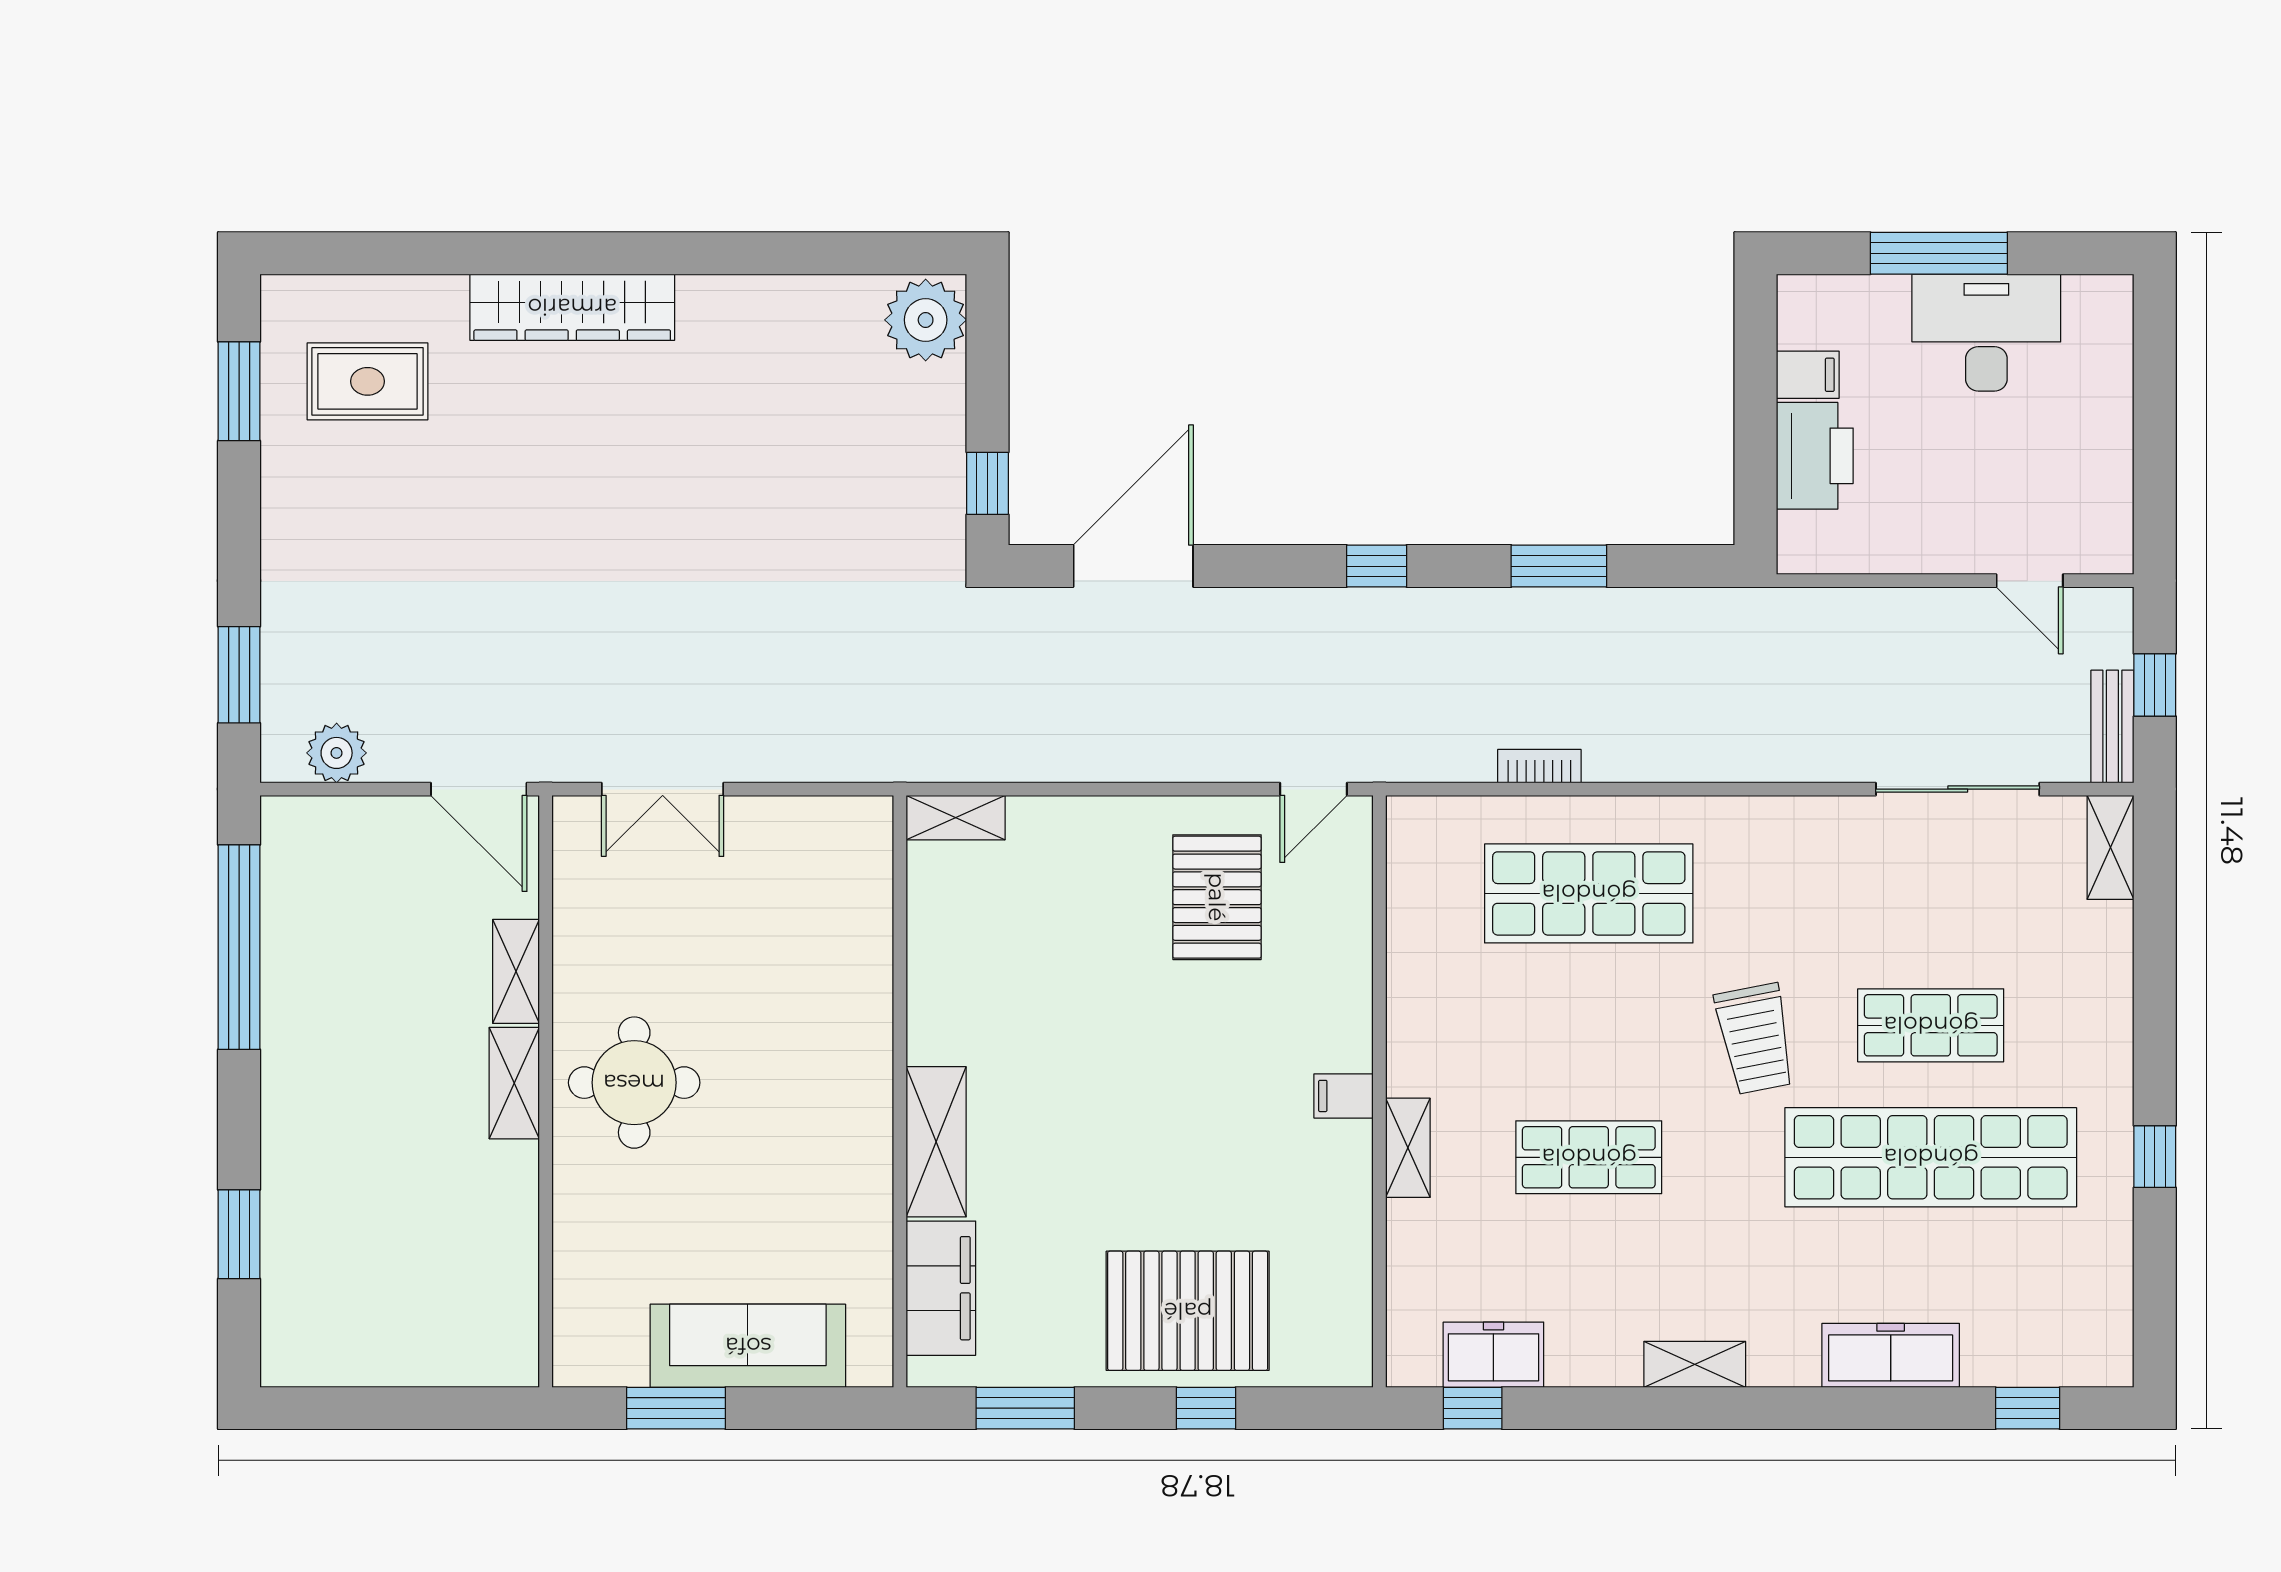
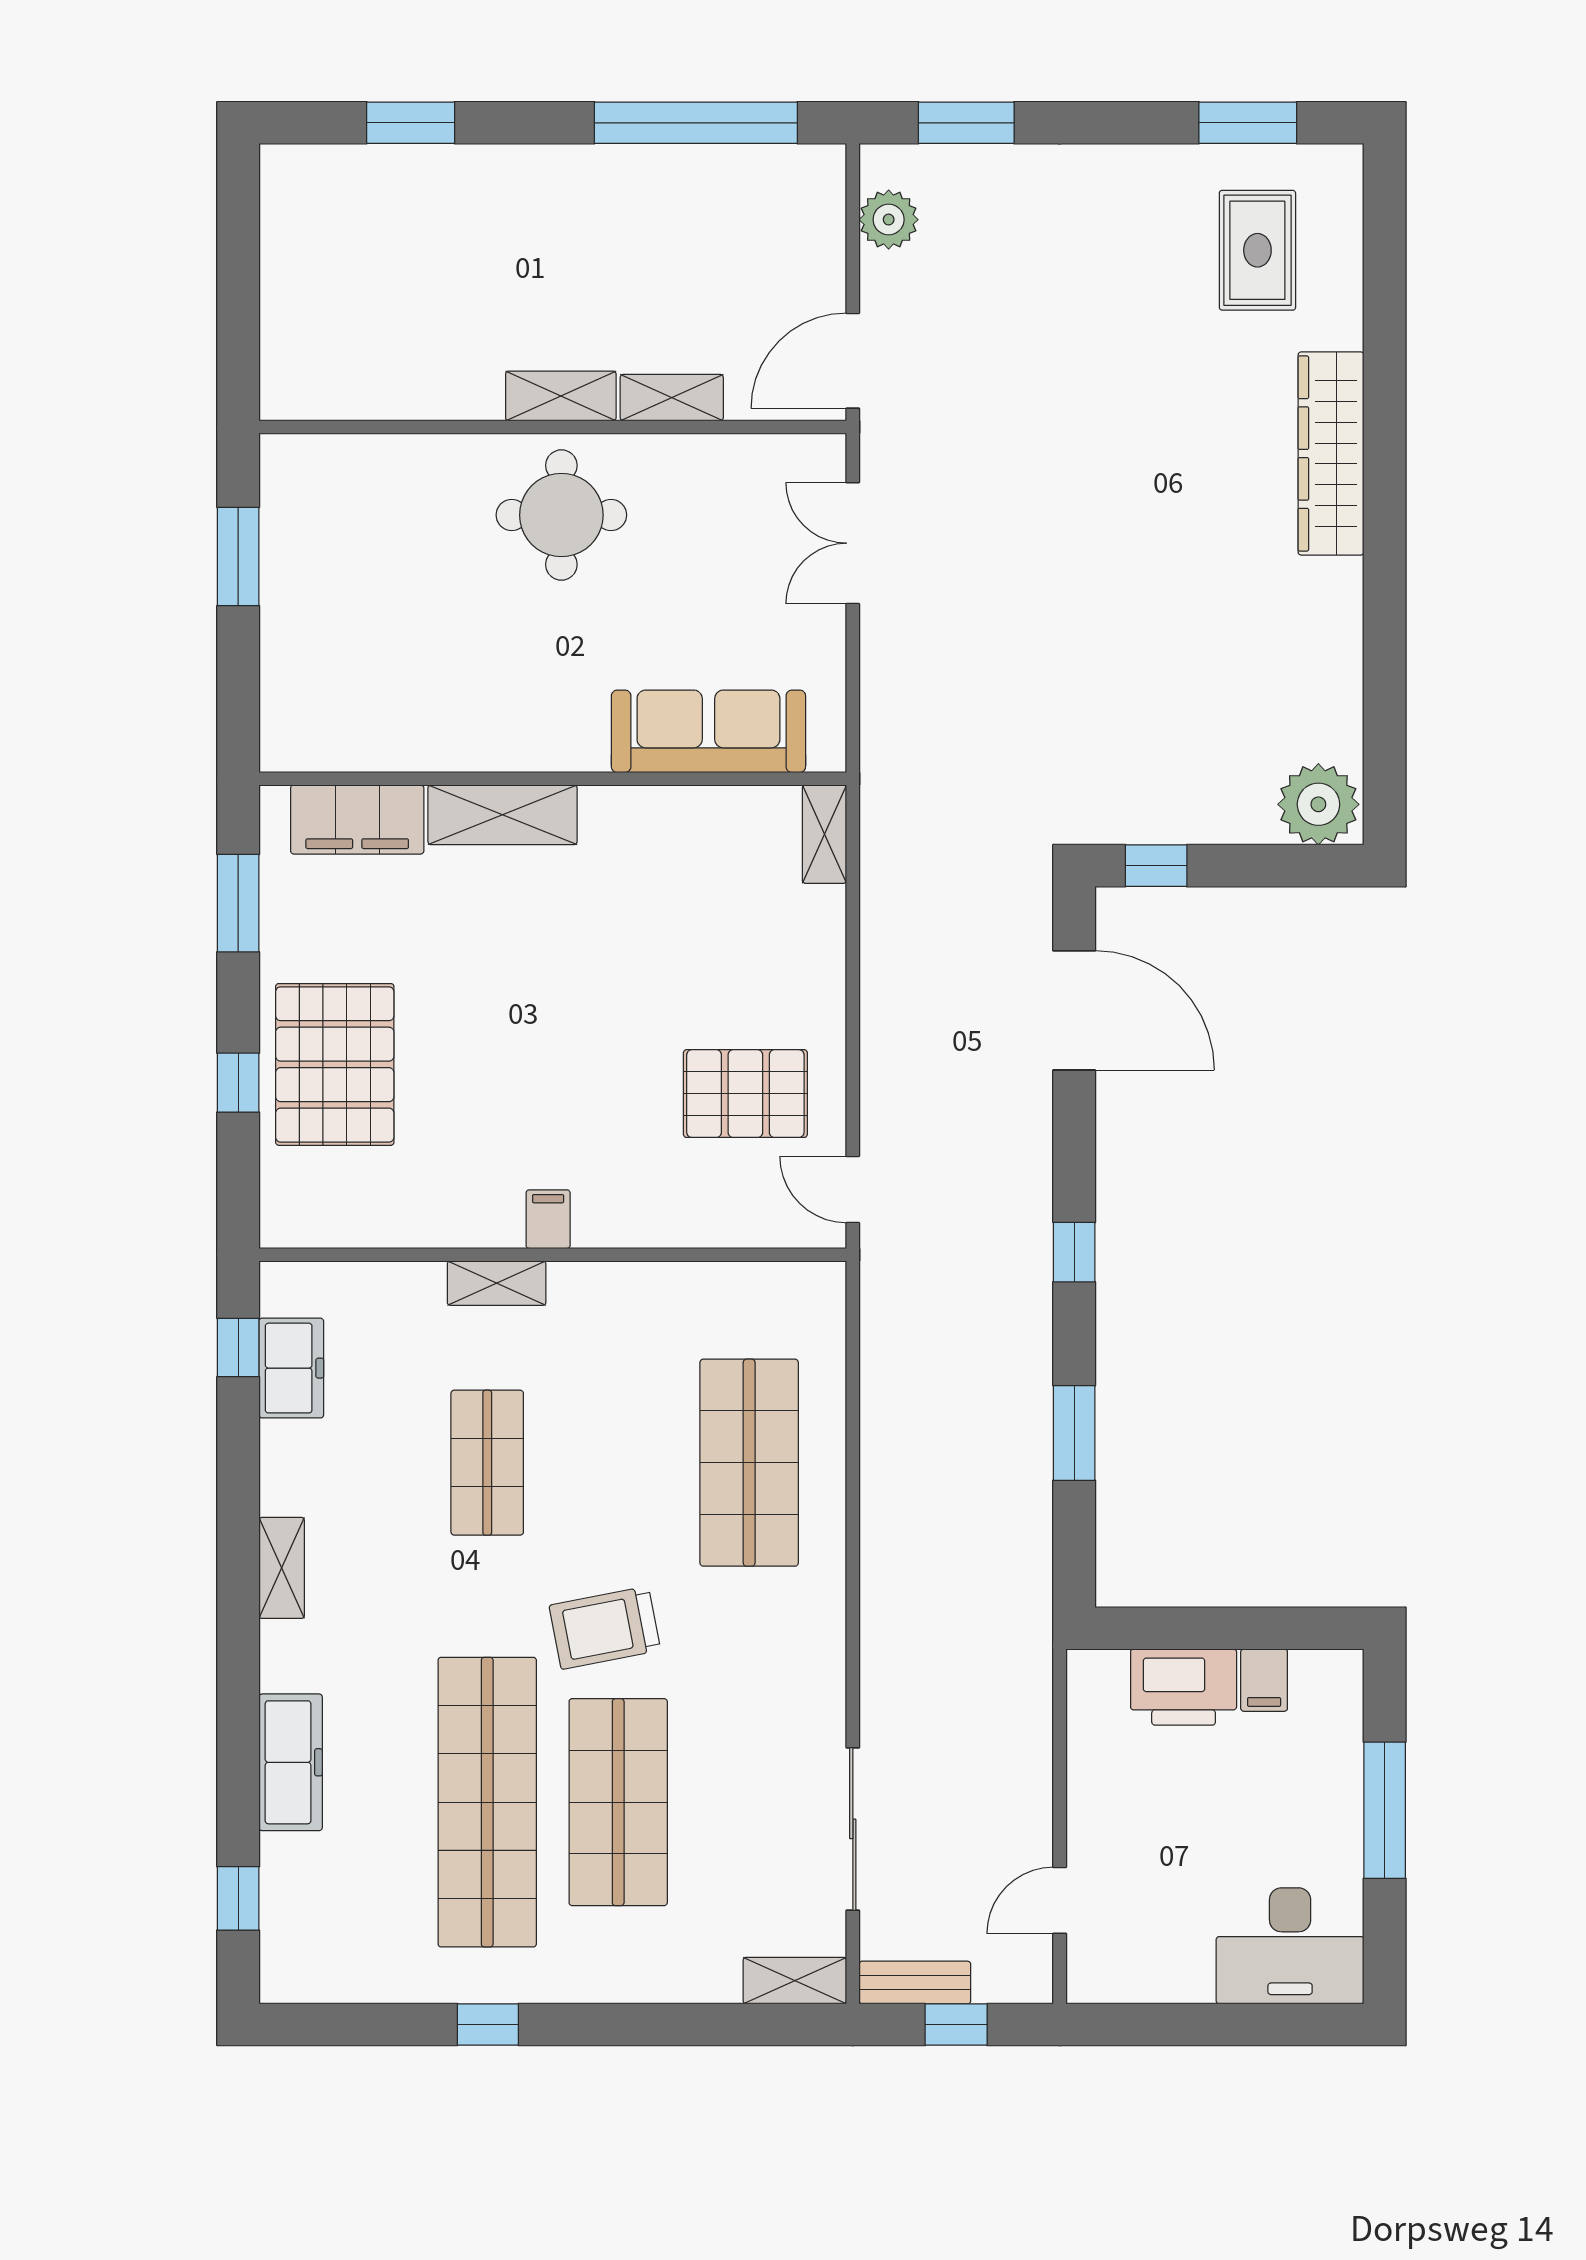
desk: (1986, 333) -> (1290, 1946), moved, turned 90
bookcase: (1539, 766) -> (876, 1414), removed
shop shelf: (1931, 1025) -> (618, 1802), width x1.43, depth x1.36
sofa: (748, 1346) -> (708, 731), moved, turned -90

